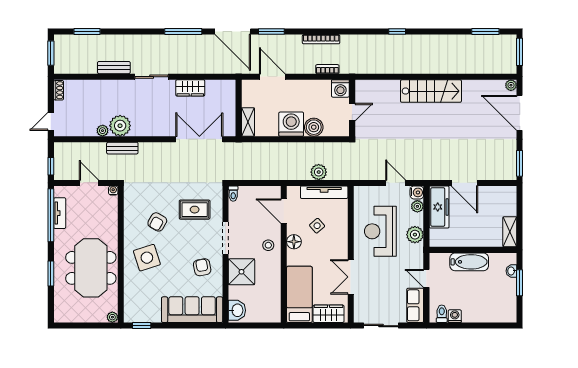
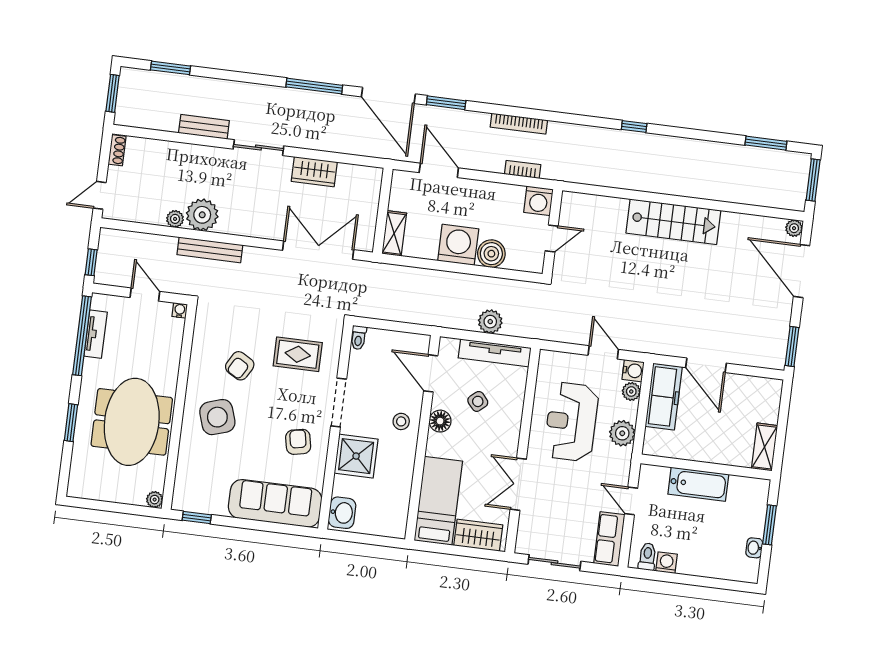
bench: (122, 148) -> (210, 250), width x1.36
washbasin: (511, 271) -> (754, 548), moved

